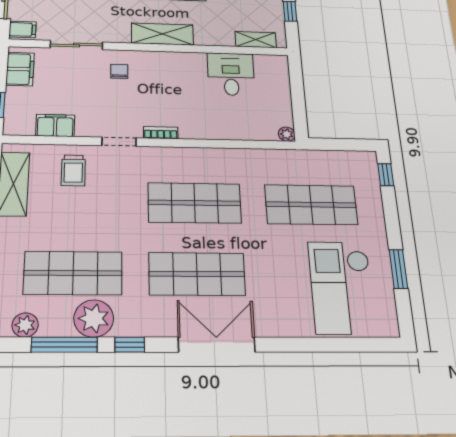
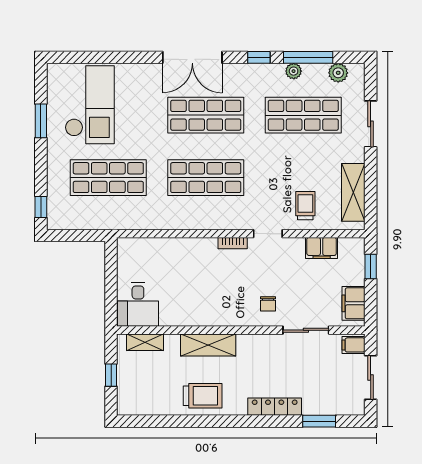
shelving: (162, 34) -> (208, 345), moved
desk: (231, 74) -> (138, 304), moved
plant: (287, 134) -> (124, 245), removed
plant: (94, 318) -> (294, 71), width x0.53, depth x0.53

